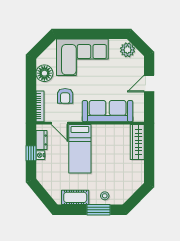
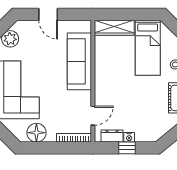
armchair: (65, 96) -> (62, 109), removed
bed: (80, 149) -> (148, 48), moved, turned 90

